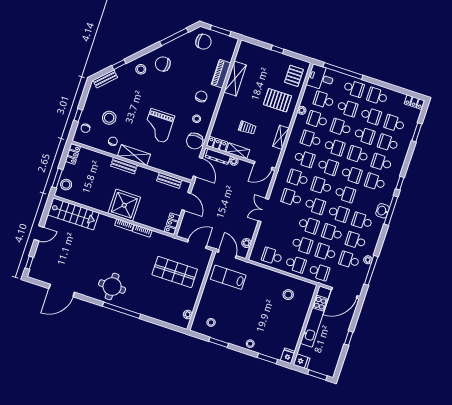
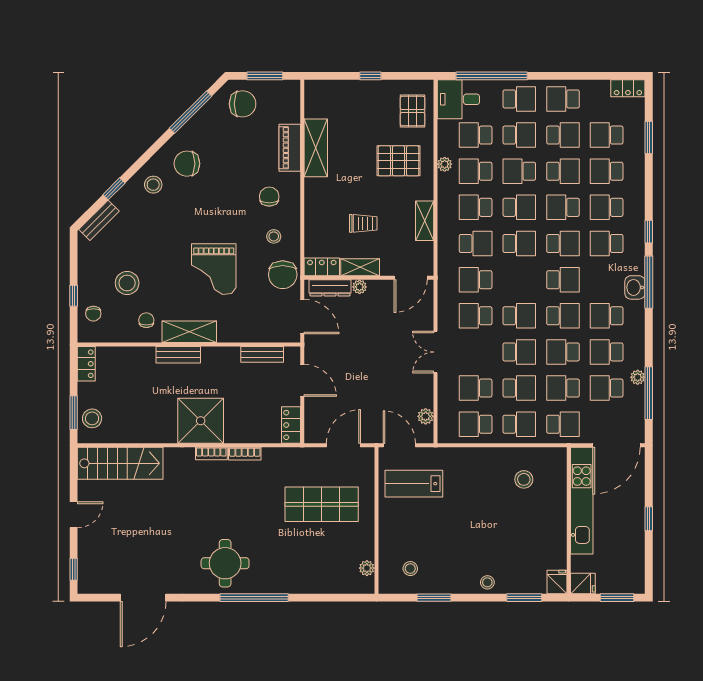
school desk: (321, 186) -> (476, 388), moved

